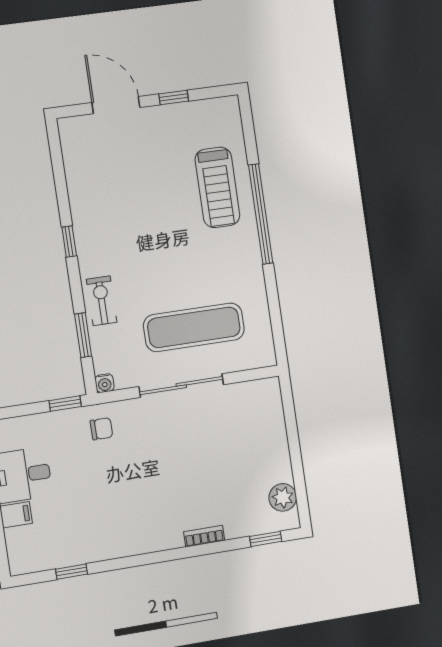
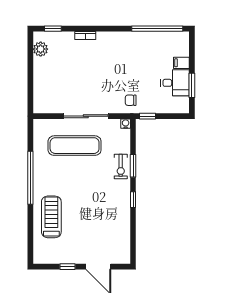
window: (261, 214) -> (30, 178), moved
window: (83, 335) -> (133, 166), moved
window: (71, 572) -> (157, 29), width x3.17

